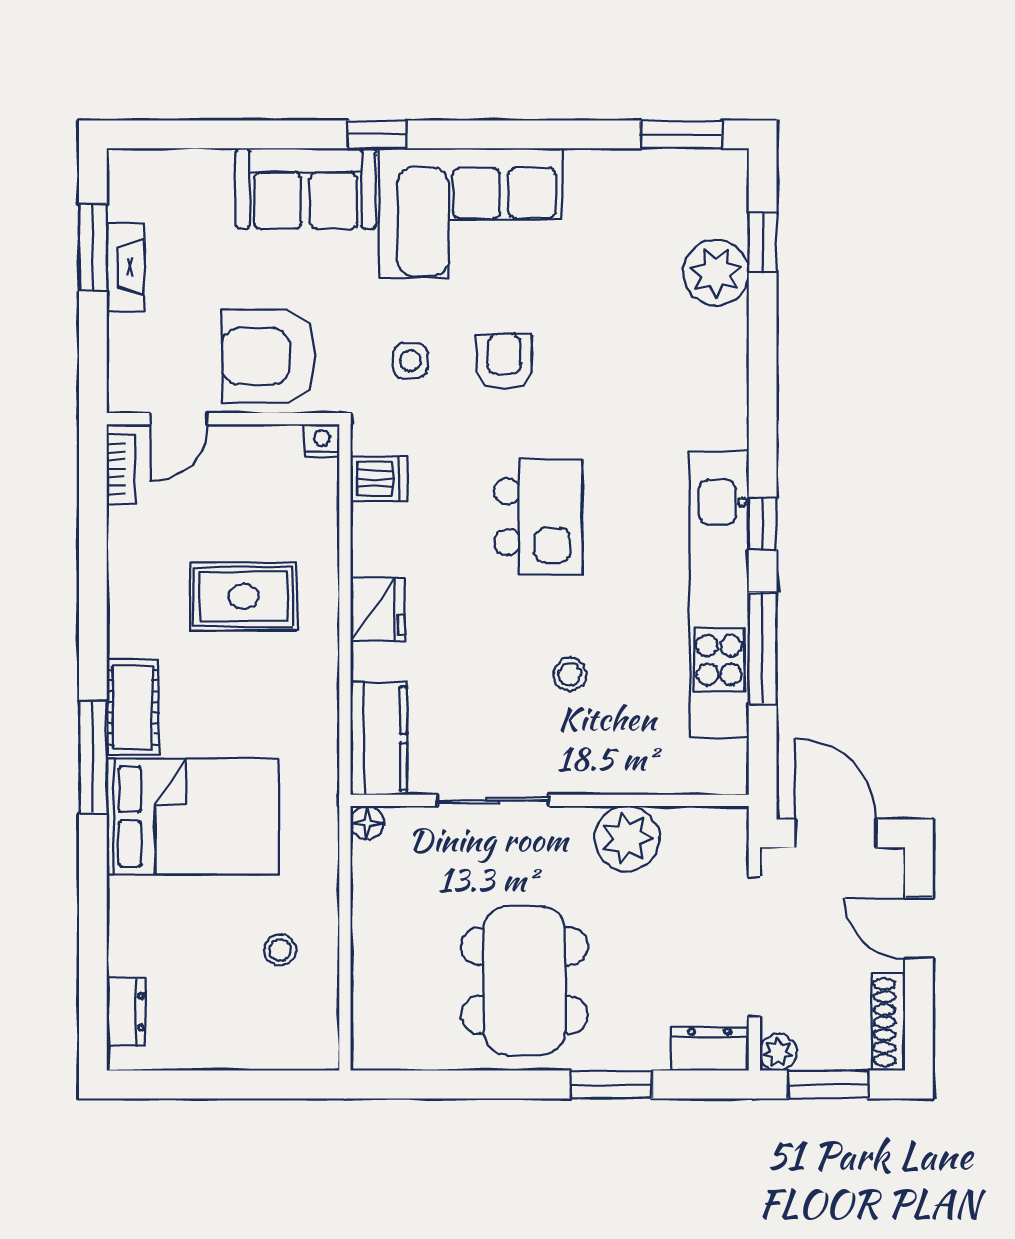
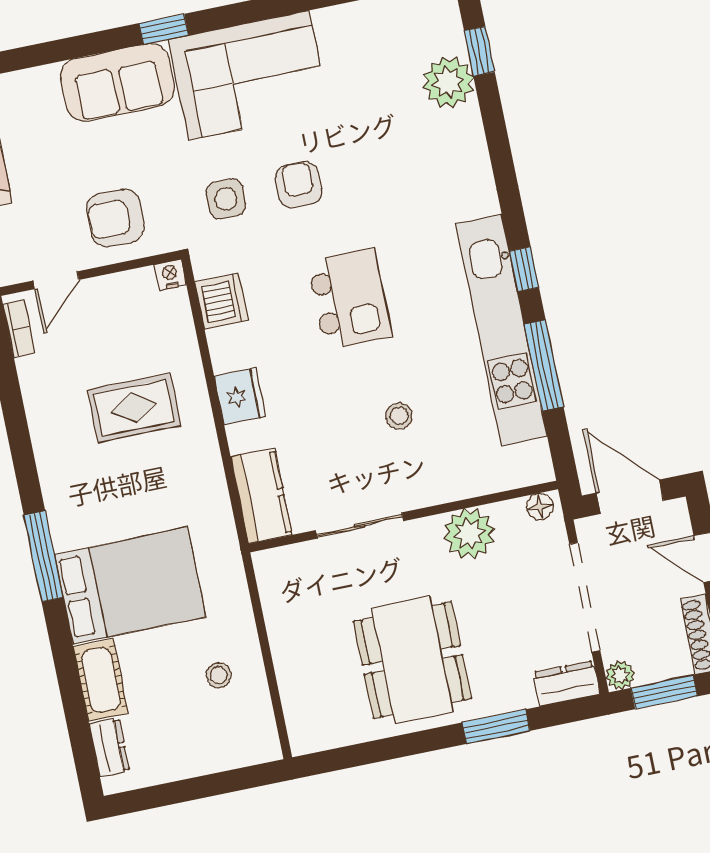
armchair: (269, 356) -> (115, 218), width x0.73, depth x0.73
side table: (410, 361) -> (226, 199), width x1.37, depth x1.37
dishwasher: (379, 479) -> (222, 301), width x1.38
cot: (133, 707) -> (101, 680), moved
floor lamp: (367, 823) -> (540, 507), moved

